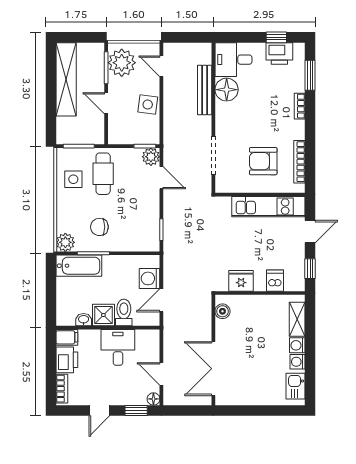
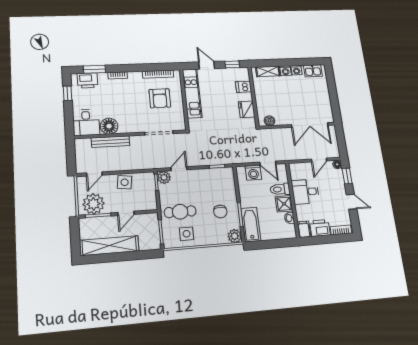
printer: (279, 54) -> (87, 80), moved, turned 90

